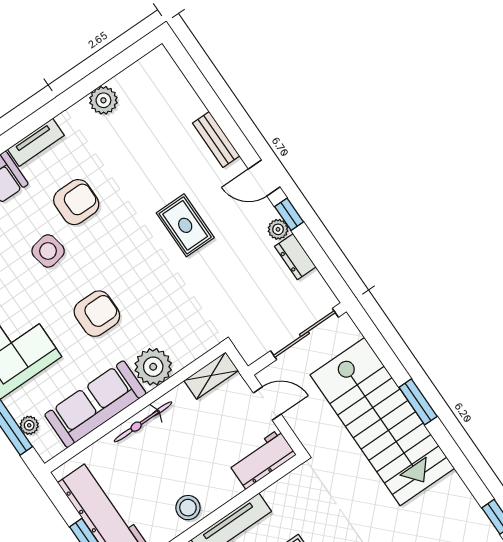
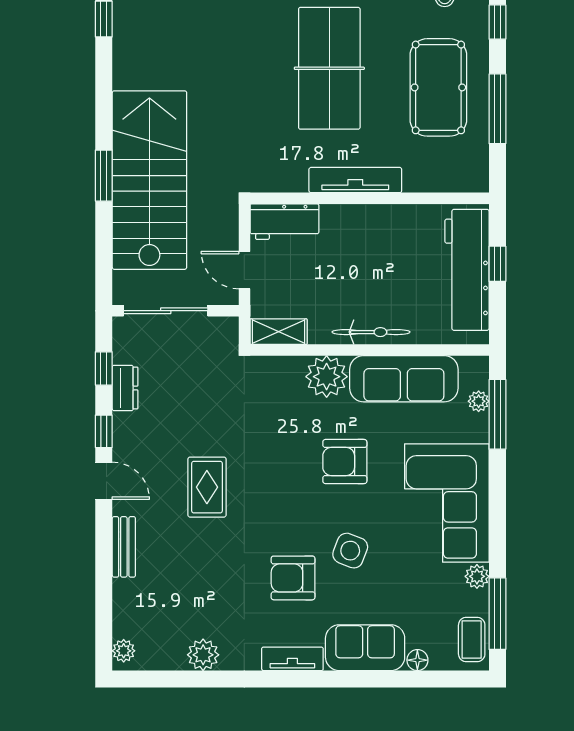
plant: (278, 229) -> (124, 651), moved
side table: (48, 251) -> (350, 551), turned 32
window: (321, 260) -> (104, 368), added
stool: (188, 508) -> (384, 224), removed

